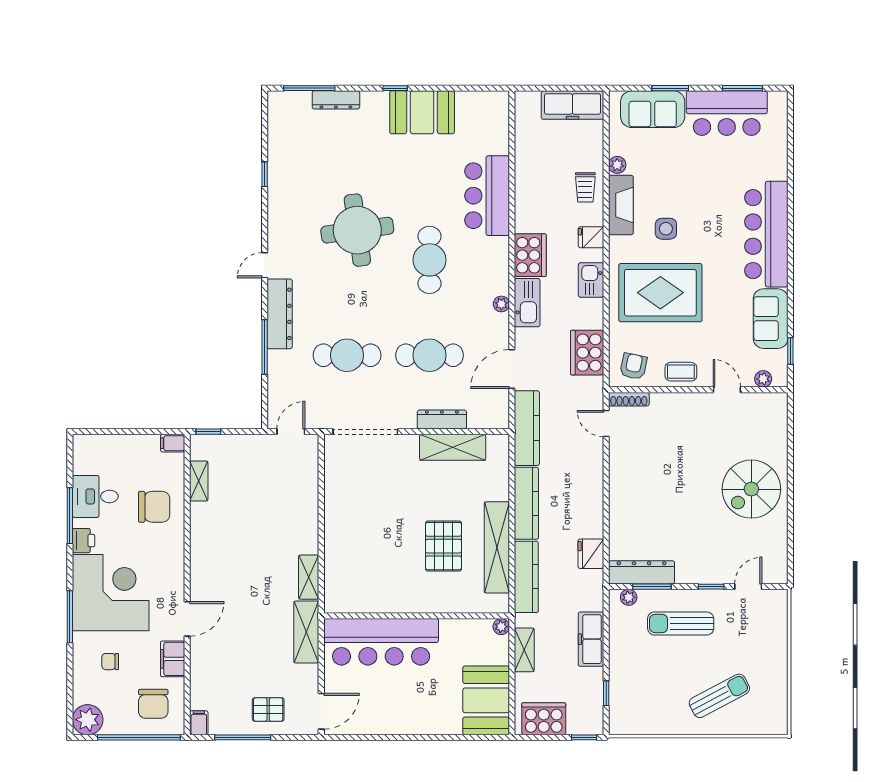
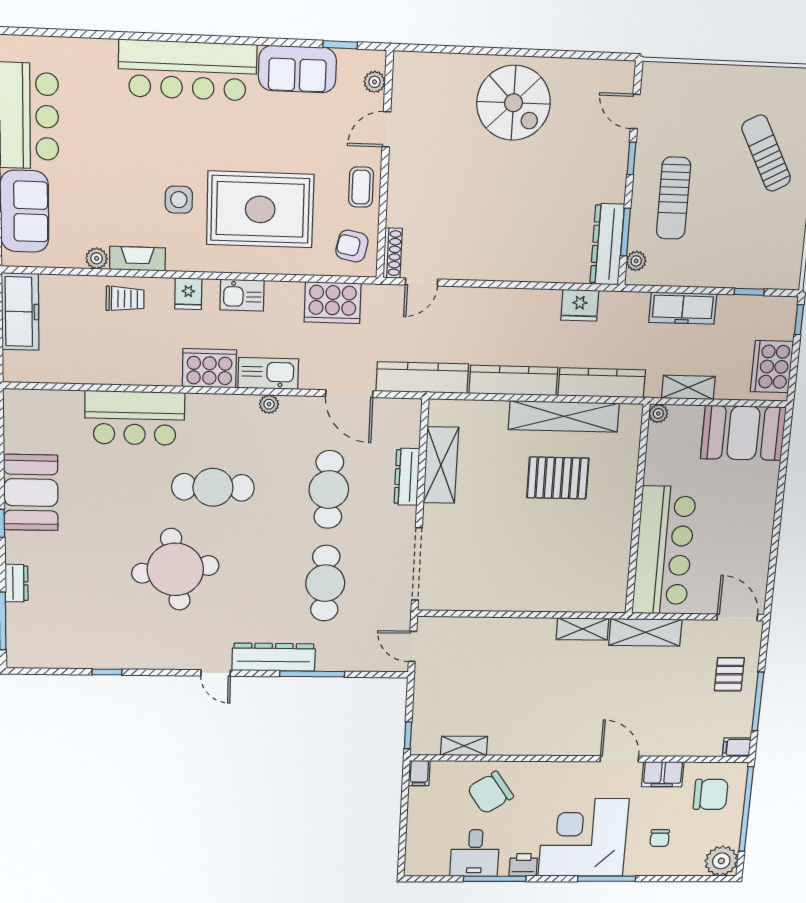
dresser: (336, 100) -> (17, 583), width x0.70
fireplace: (621, 205) -> (138, 259), width x0.73, depth x0.76
rug: (660, 293) -> (260, 209), turned 90
chair: (154, 507) -> (490, 793), turned -124

